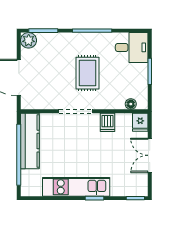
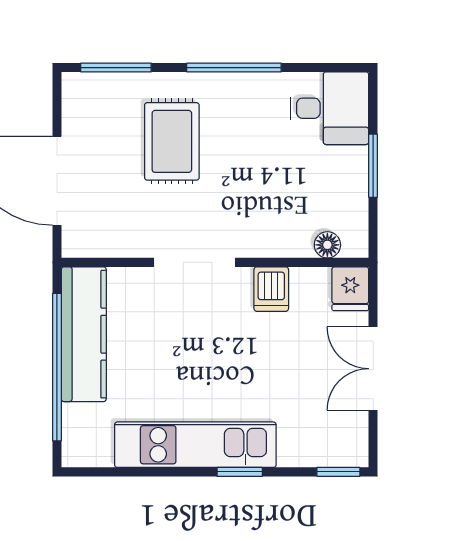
plant: (29, 40) -> (80, 91), removed
rug: (87, 73) -> (172, 141), moved

